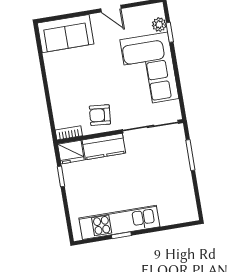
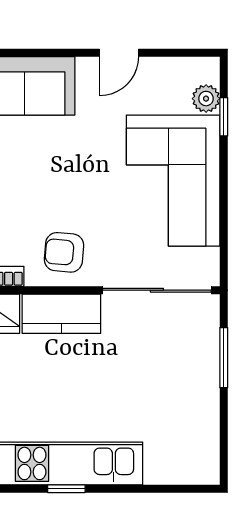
door: (111, 9) -> (119, 53), hinge flipped

